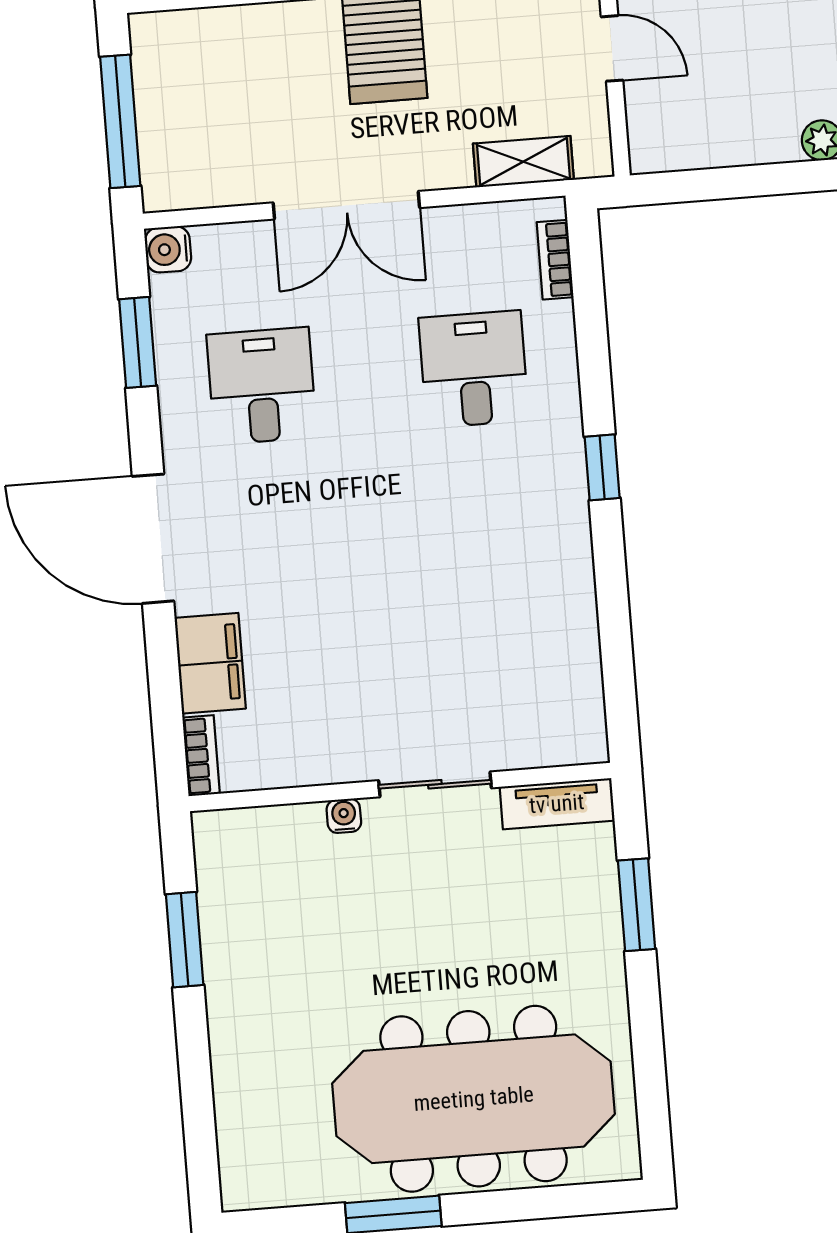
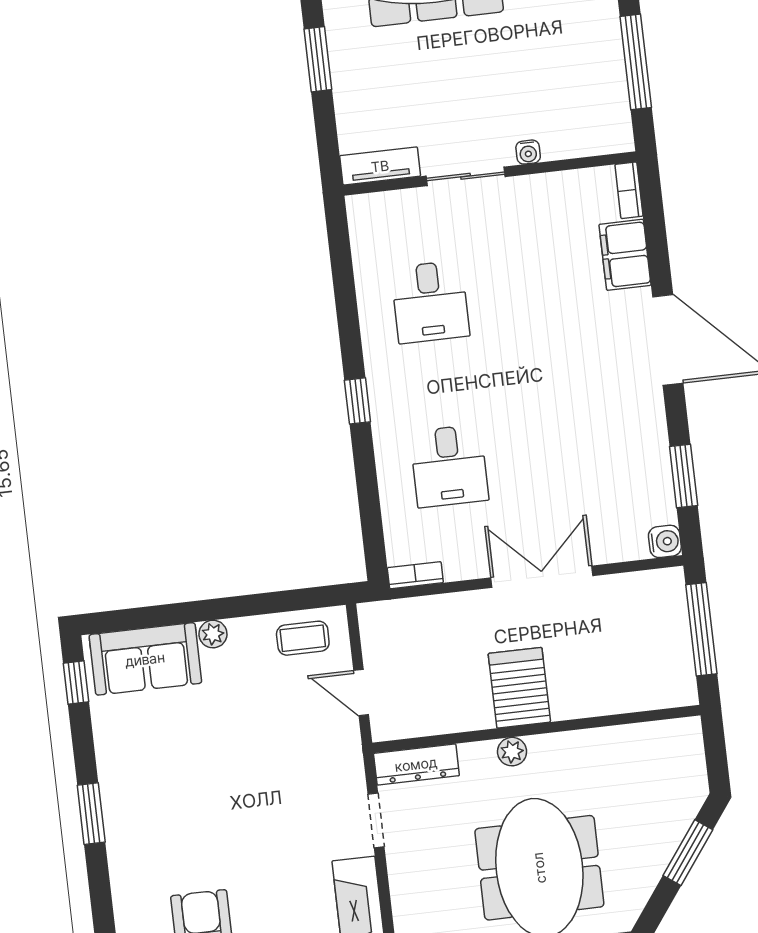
coffee table: (693, 130) -> (303, 638), added
shelving: (523, 162) -> (420, 612), removed
bookcase: (555, 260) -> (415, 575), moved, turned -90
desk: (262, 386) -> (430, 302), moved
window: (637, 905) -> (318, 59), moved
window: (185, 940) -> (636, 62), width x1.44

